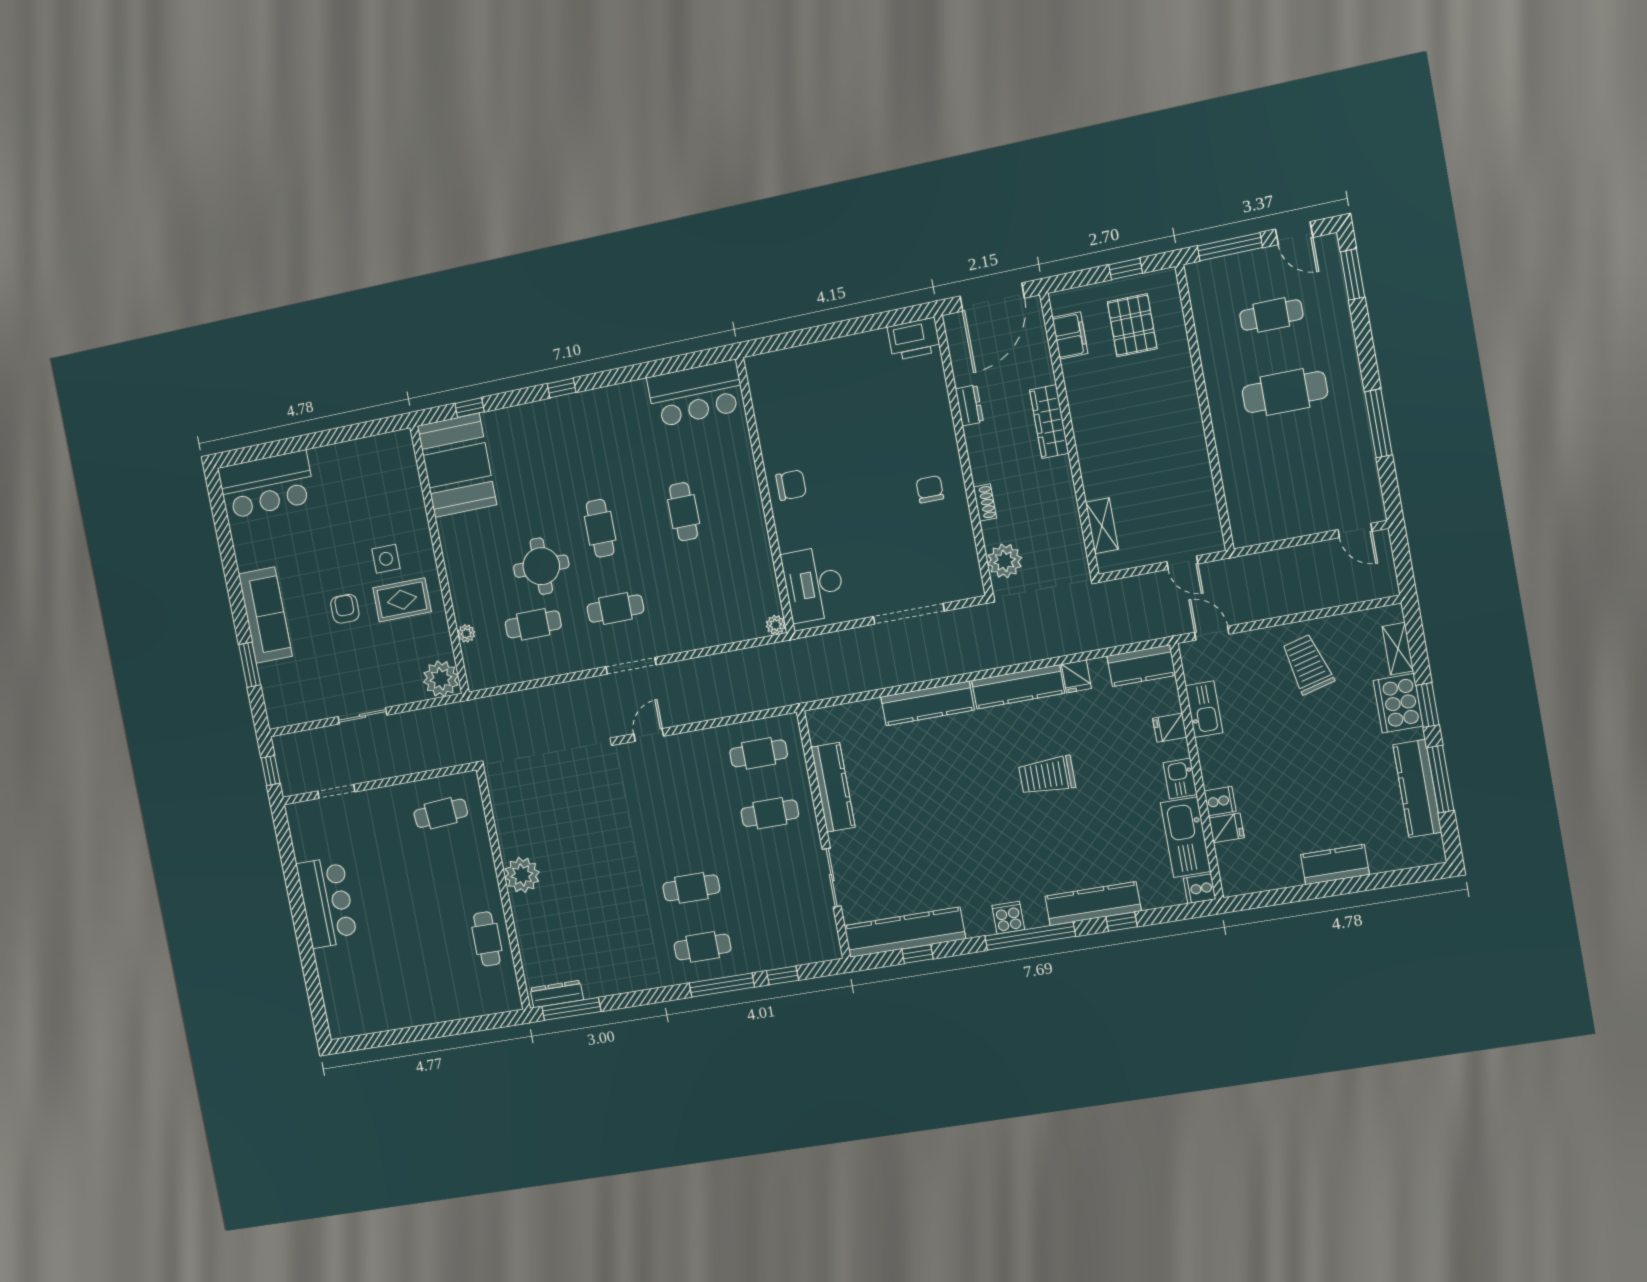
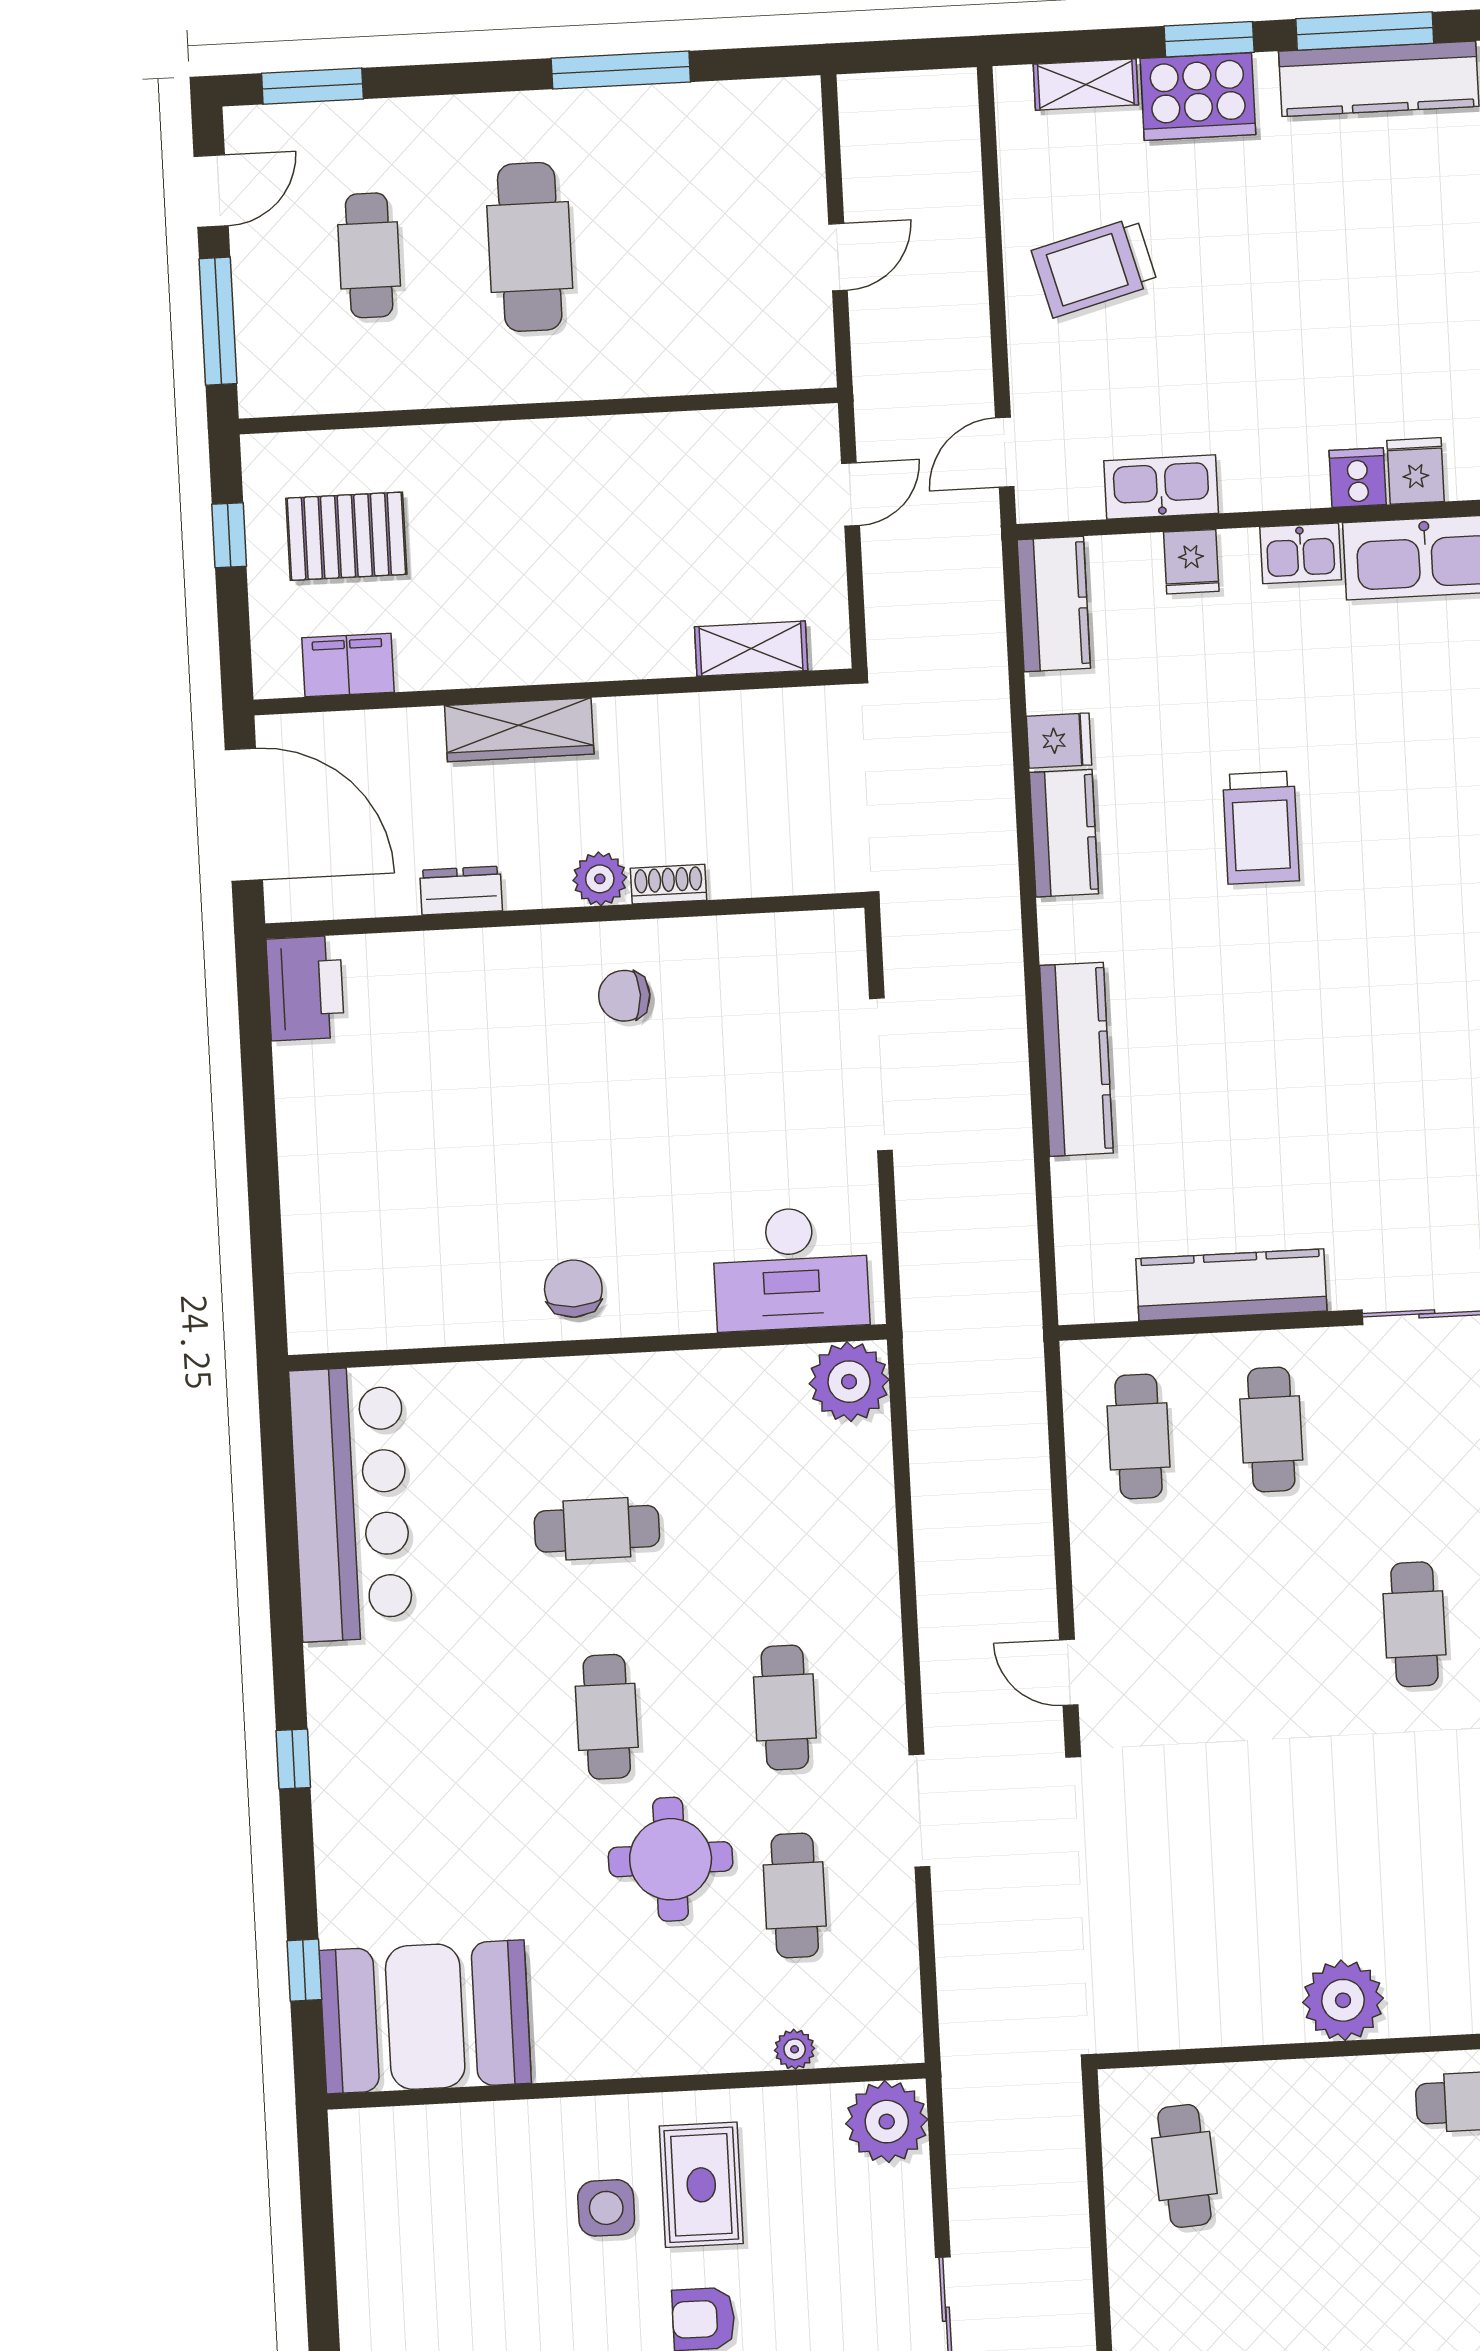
bar counter: (696, 394) -> (351, 1504), width x1.36
cafe table: (600, 528) -> (607, 1717), turned 90
door: (1355, 530) -> (838, 257), moved
plant: (1005, 561) -> (600, 879), moved, width x0.73, depth x0.73
plant: (776, 625) -> (849, 1382), width x1.88, depth x1.88
doorway: (631, 666) -> (919, 1811), moved
kitchen counter: (1018, 687) -> (1064, 833), width x0.67

